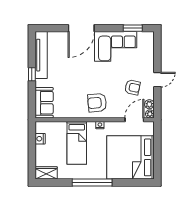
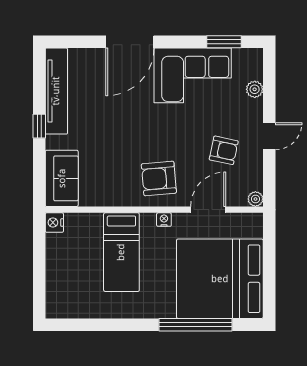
plant: (149, 104) -> (255, 89), moved
door: (134, 120) -> (208, 210), moved
nightstand: (40, 139) -> (54, 223), moved
wardrobe: (46, 173) -> (65, 307), removed
window: (92, 183) -> (196, 325), moved

